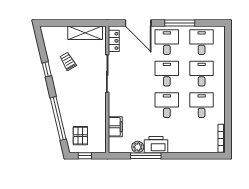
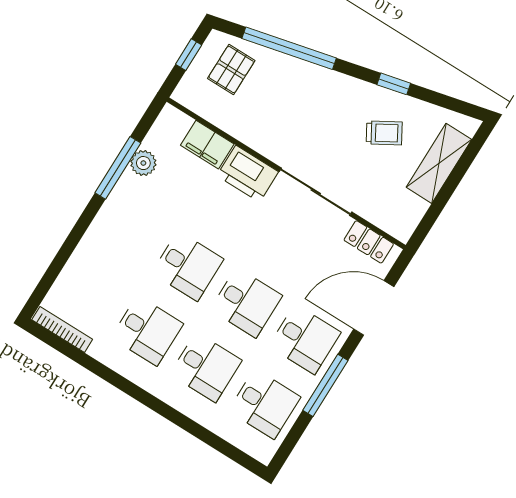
shelving: (85, 33) -> (439, 163), moved
pallet: (80, 136) -> (231, 70), turned 90
printer: (156, 145) -> (248, 174), moved, turned 90

